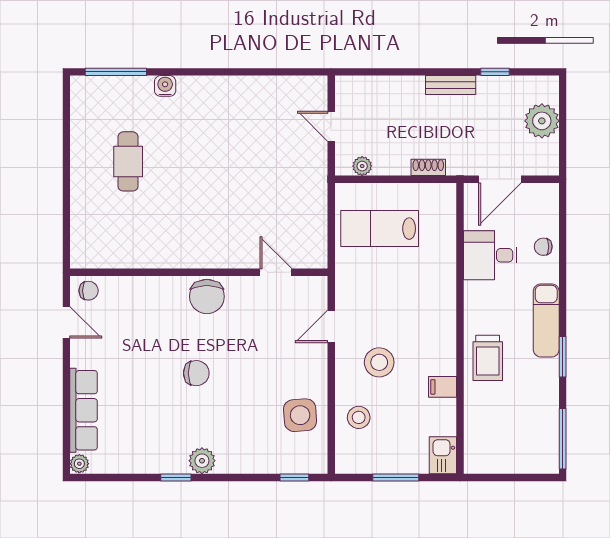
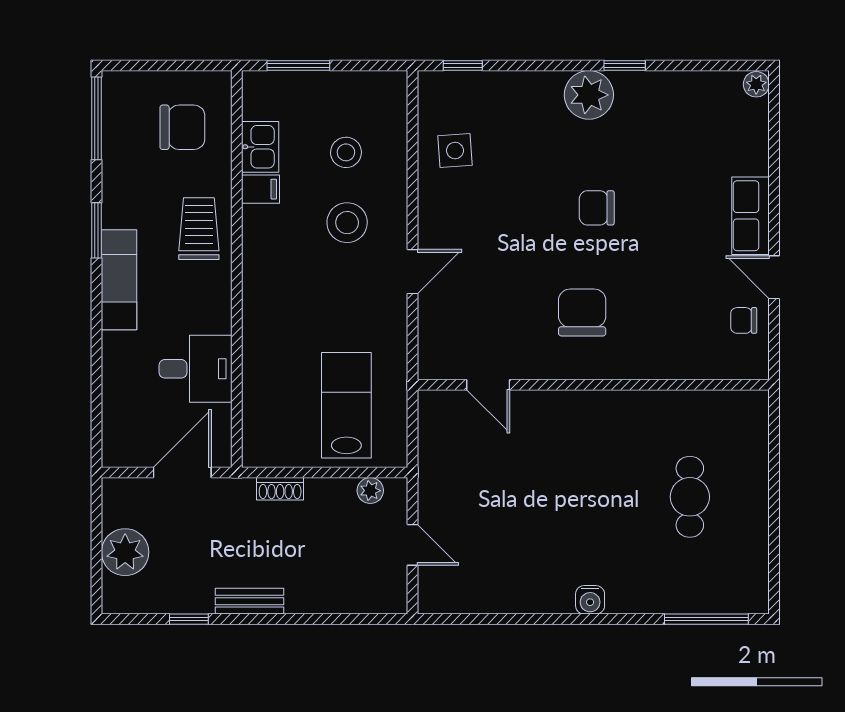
water cooler: (165, 86) -> (590, 600), moved
lab bench: (380, 229) -> (346, 405), turned -90
chair: (543, 247) -> (182, 127), moved, width x1.87, depth x1.87
wall: (199, 272) -> (593, 385), moved
door: (276, 272) -> (488, 385), moved
row of seats: (84, 410) -> (750, 216), moved, width x0.68
side table: (300, 415) -> (455, 151), width x0.73, depth x0.73
stool: (359, 417) -> (346, 152), moved
kitchen sink: (443, 455) -> (260, 147), moved
plant: (202, 461) -> (589, 95), width x1.36, depth x1.36
window: (396, 477) -> (298, 65), moved

